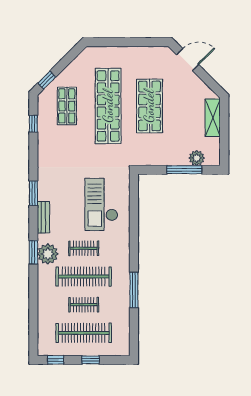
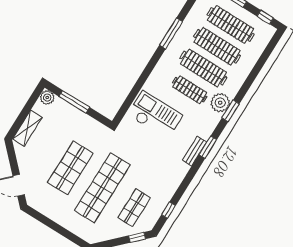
plant: (197, 158) -> (47, 98), moved
window: (33, 193) -> (208, 147), moved
checkout: (101, 204) -> (155, 115), turned -90
bench: (43, 217) -> (195, 151), moved
clothes rail: (84, 248) -> (190, 90), width x1.36
clothes rail: (84, 305) -> (217, 46), width x1.86, depth x1.31

